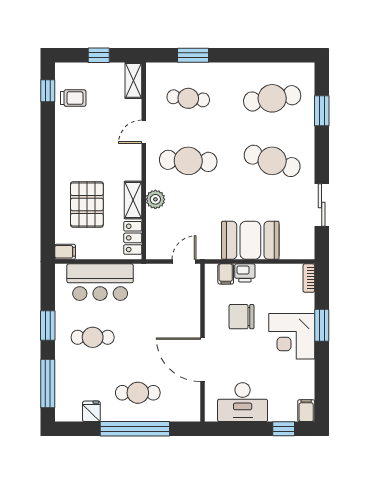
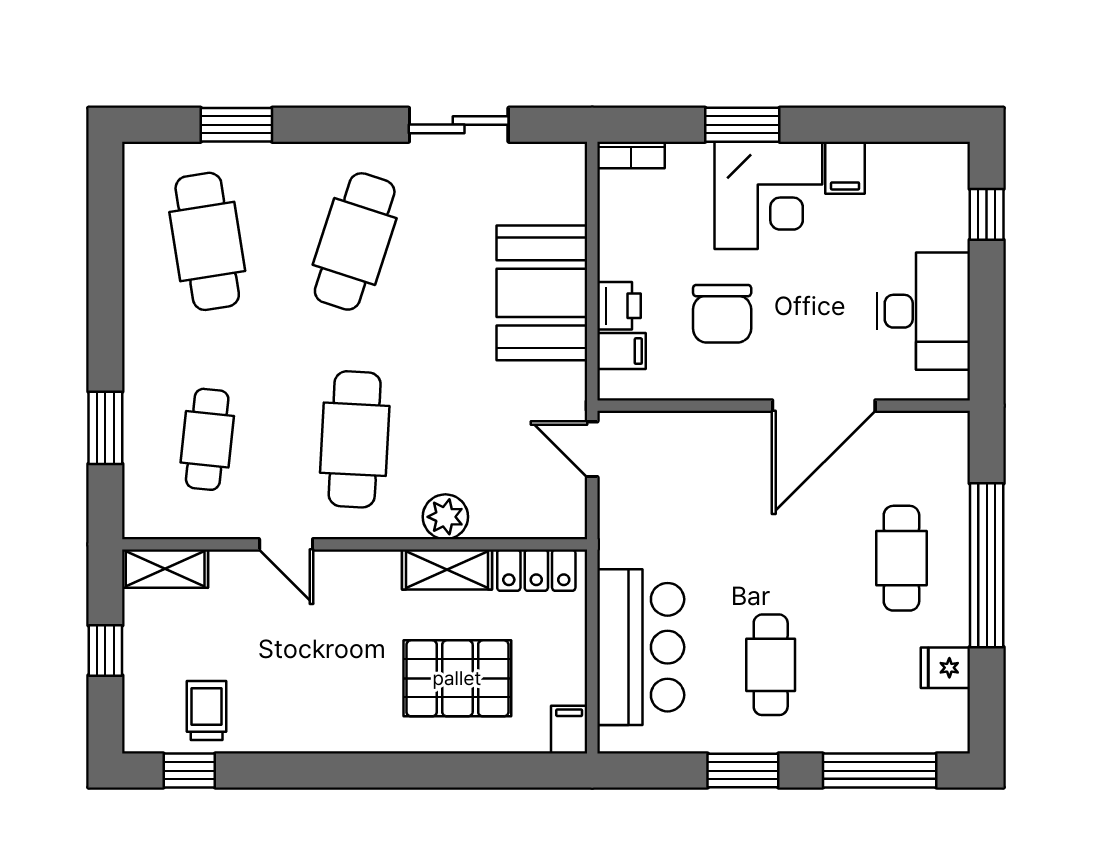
filing cabinet: (306, 411) -> (845, 168), moved, turned -90

